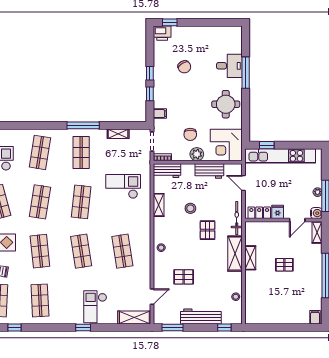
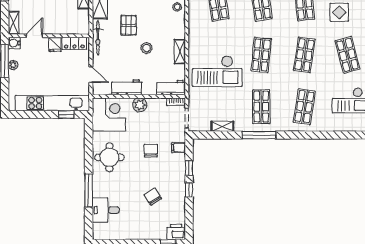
desk: (229, 66) -> (106, 210), moved
chair: (190, 134) -> (151, 151), moved
checkout: (123, 186) -> (217, 71), width x1.36, depth x1.21

